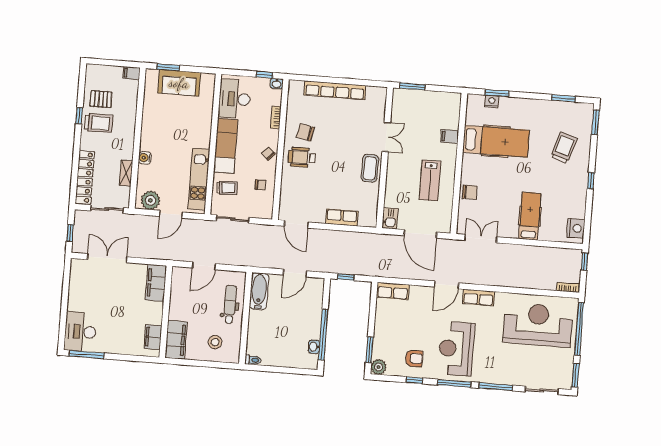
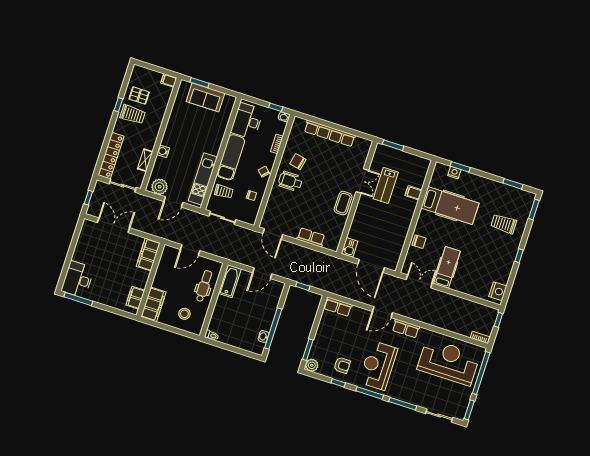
trolley: (564, 148) -> (504, 224), turned -107
lab bench: (430, 180) -> (386, 185), moved
hospital bed: (530, 216) -> (447, 267), moved

